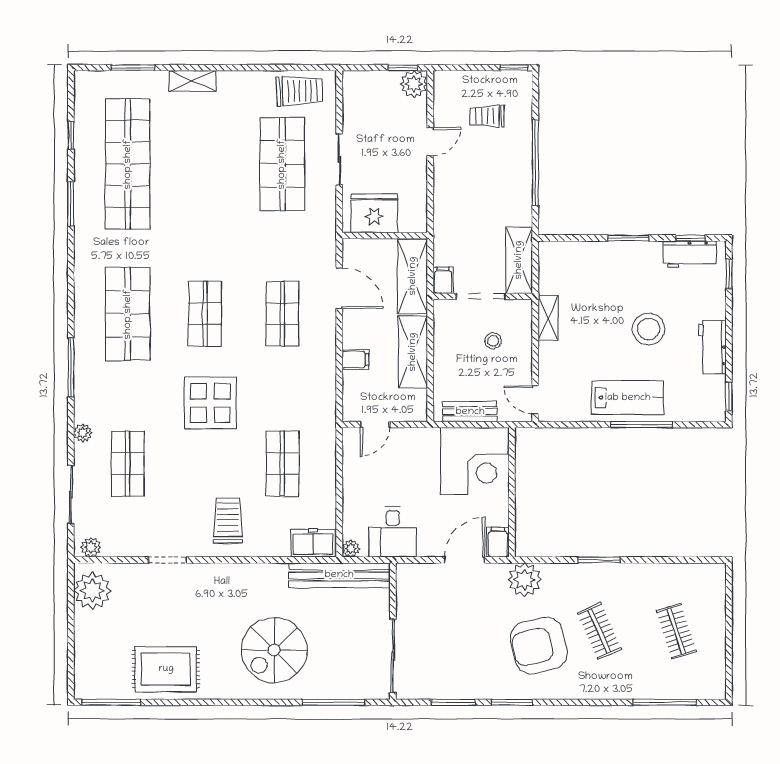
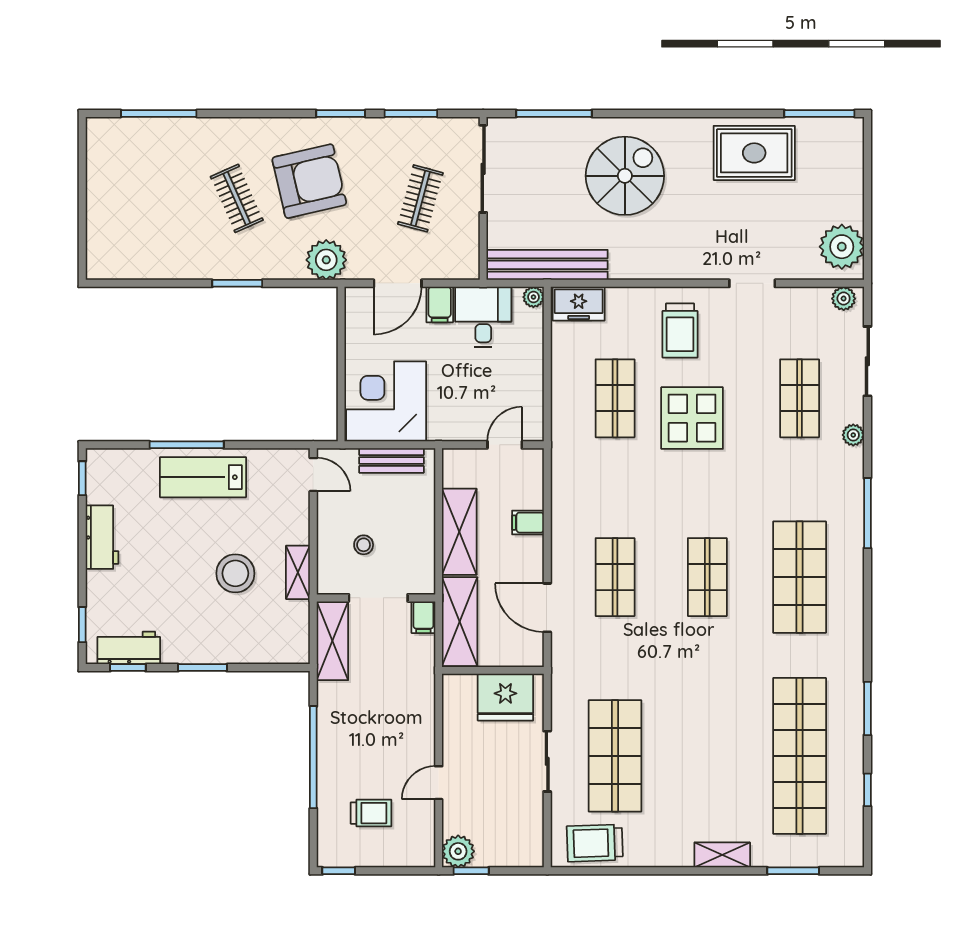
stool: (649, 329) -> (235, 573), moved
display table: (210, 403) -> (692, 418), moved
filing cabinet: (498, 542) -> (440, 304), moved
clothes rail: (676, 631) -> (420, 198), moved, turned 33

